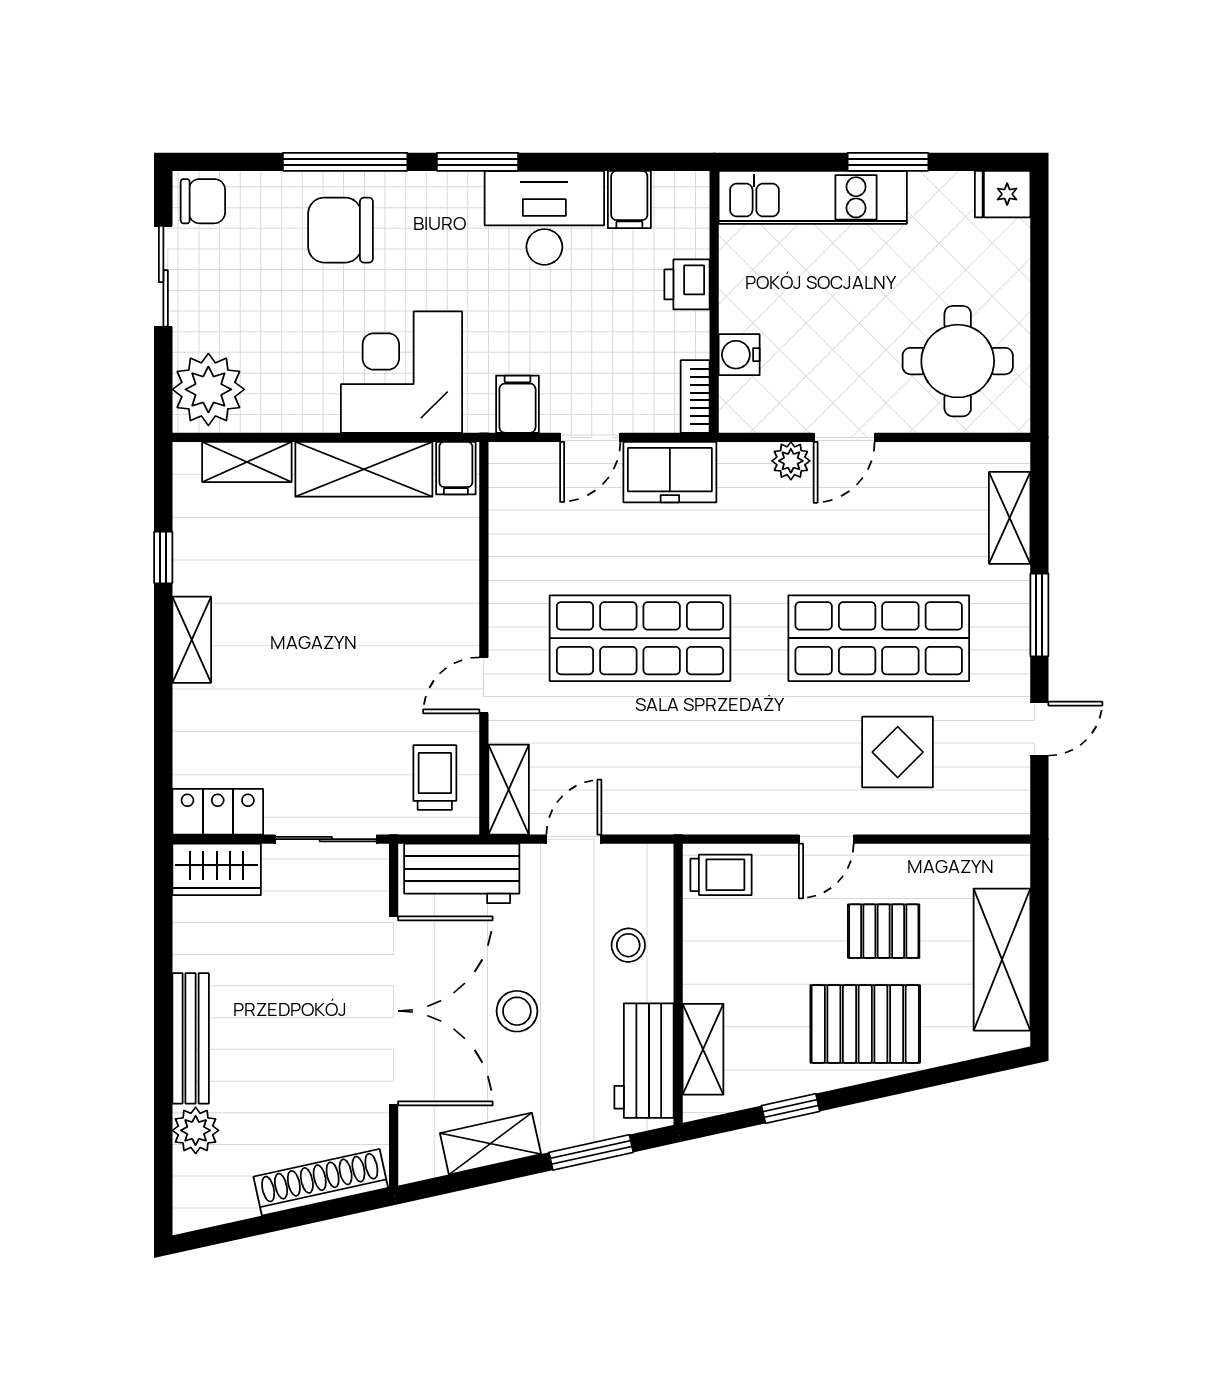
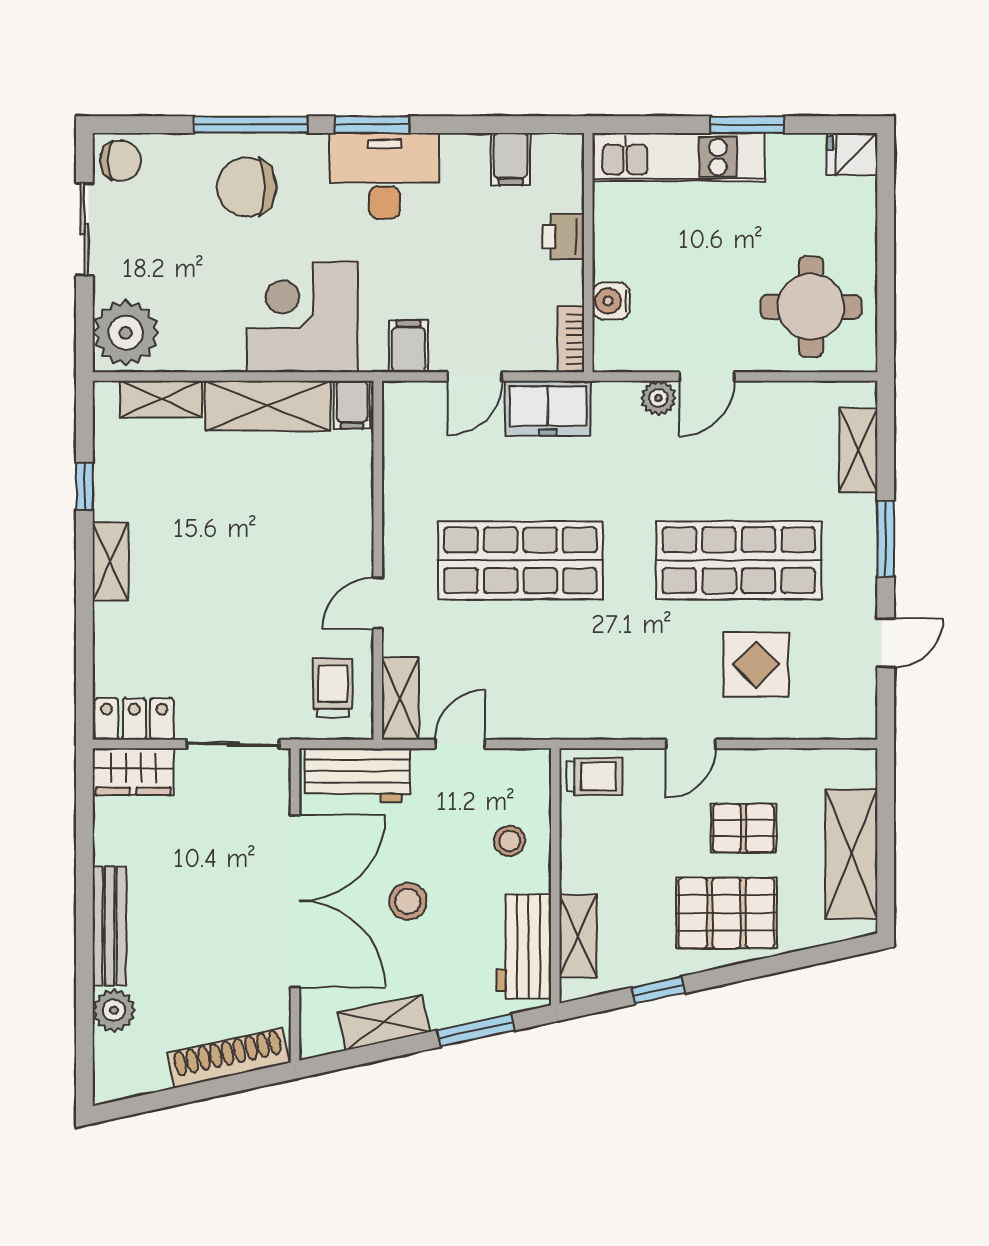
desk: (544, 218) -> (385, 176), moved

